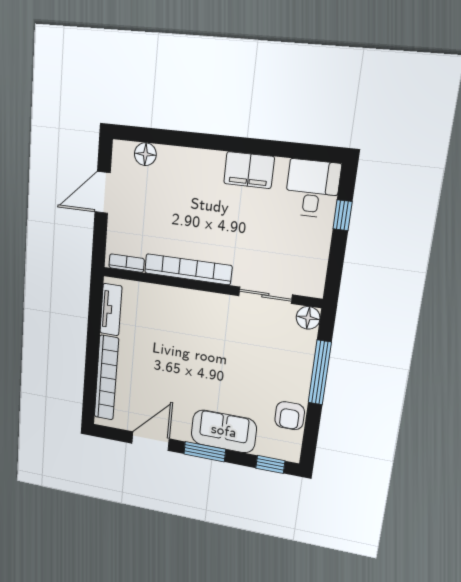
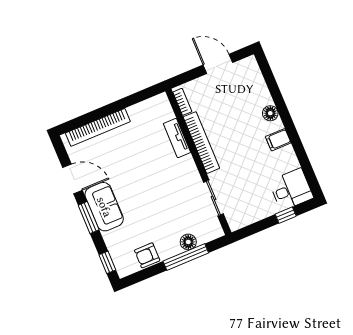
floor lamp: (145, 154) -> (270, 113), moved
filing cabinet: (249, 170) -> (278, 140), width x0.50
tv unit: (111, 310) -> (177, 138), moved, turned 90
floor lamp: (308, 318) -> (188, 242), moved
sofa: (224, 431) -> (104, 207), moved

